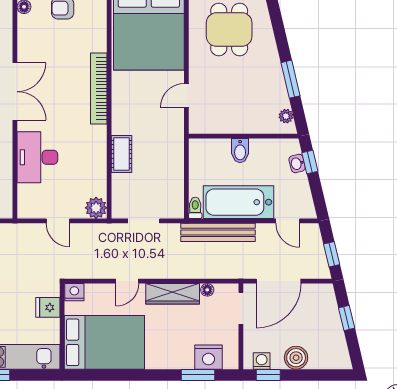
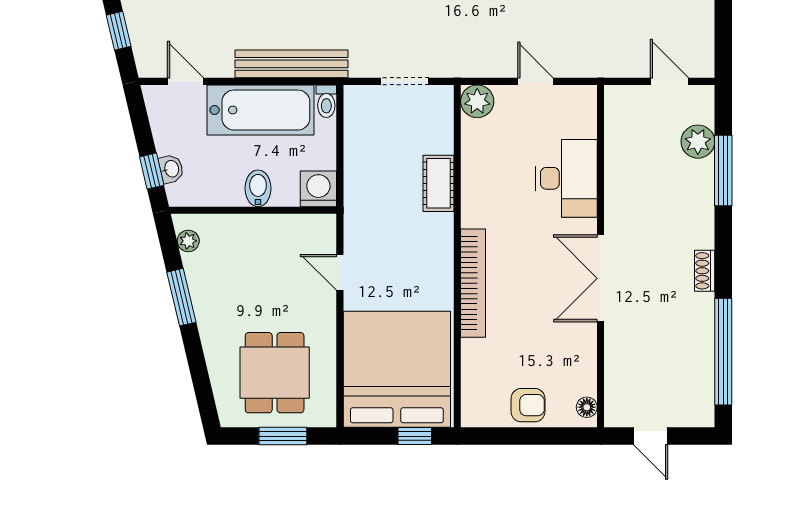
door: (186, 96) -> (340, 272), swing flipped
washing machine: (200, 150) -> (318, 189), added

